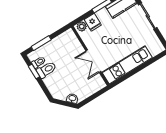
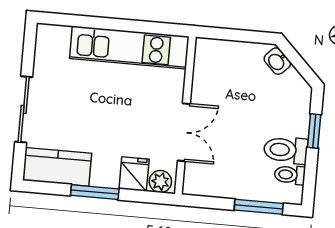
double door: (93, 61) -> (184, 132), moved
window: (34, 71) -> (314, 131), moved

